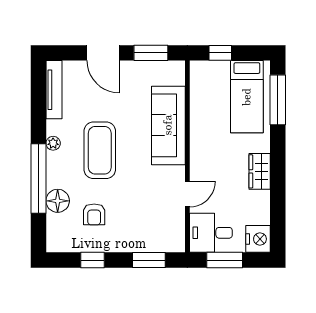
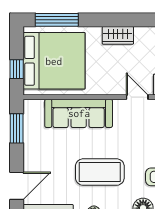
door: (103, 53) -> (17, 186), moved
bed: (247, 97) -> (54, 61), width x2.04

